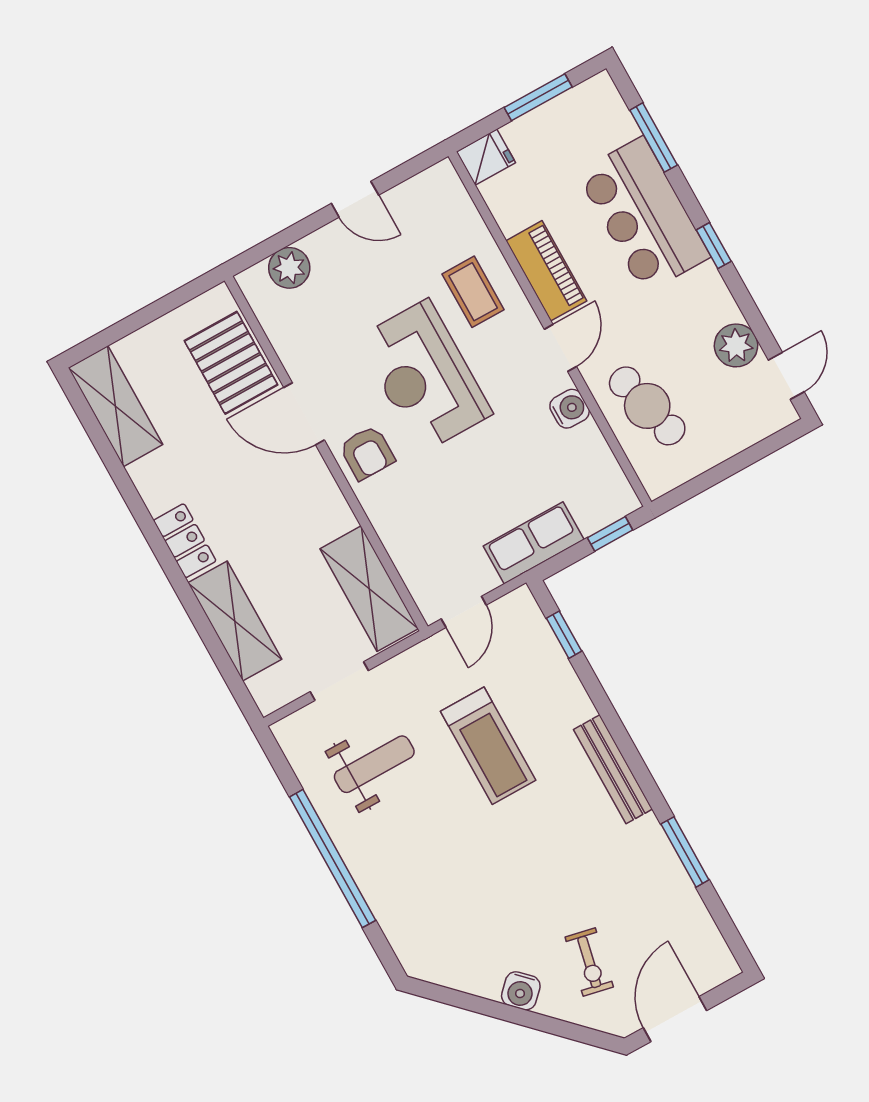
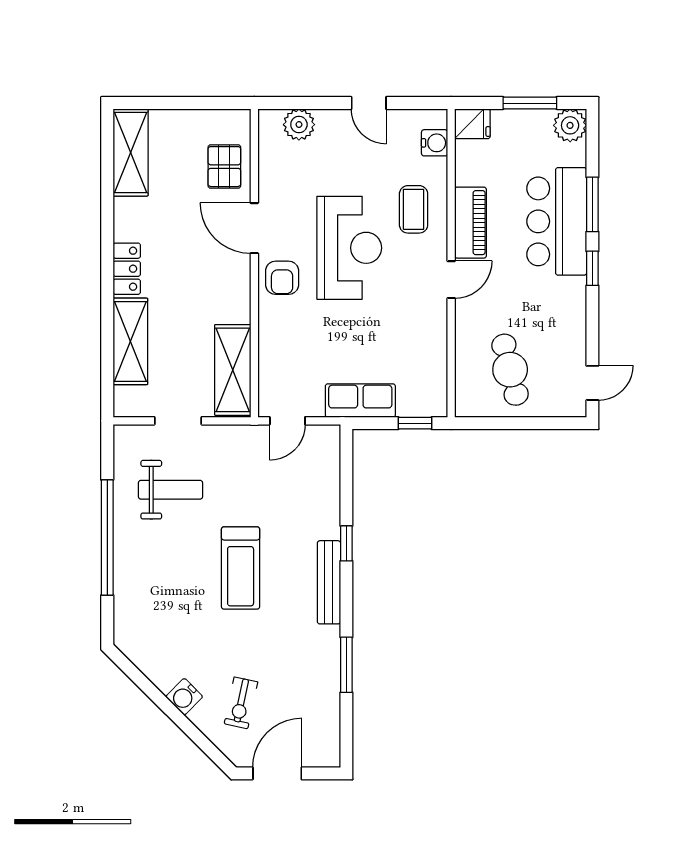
window: (654, 138) -> (592, 204), moved
plant: (736, 345) -> (570, 125), moved
pallet: (231, 363) -> (224, 167), width x0.67, depth x0.71
reception desk: (424, 376) -> (349, 248), turned 180
cafe table: (647, 406) -> (510, 370), moved
water cooler: (570, 409) -> (435, 143), moved
window: (564, 635) -> (346, 543), moved
treadmill: (488, 746) -> (241, 568), moved

